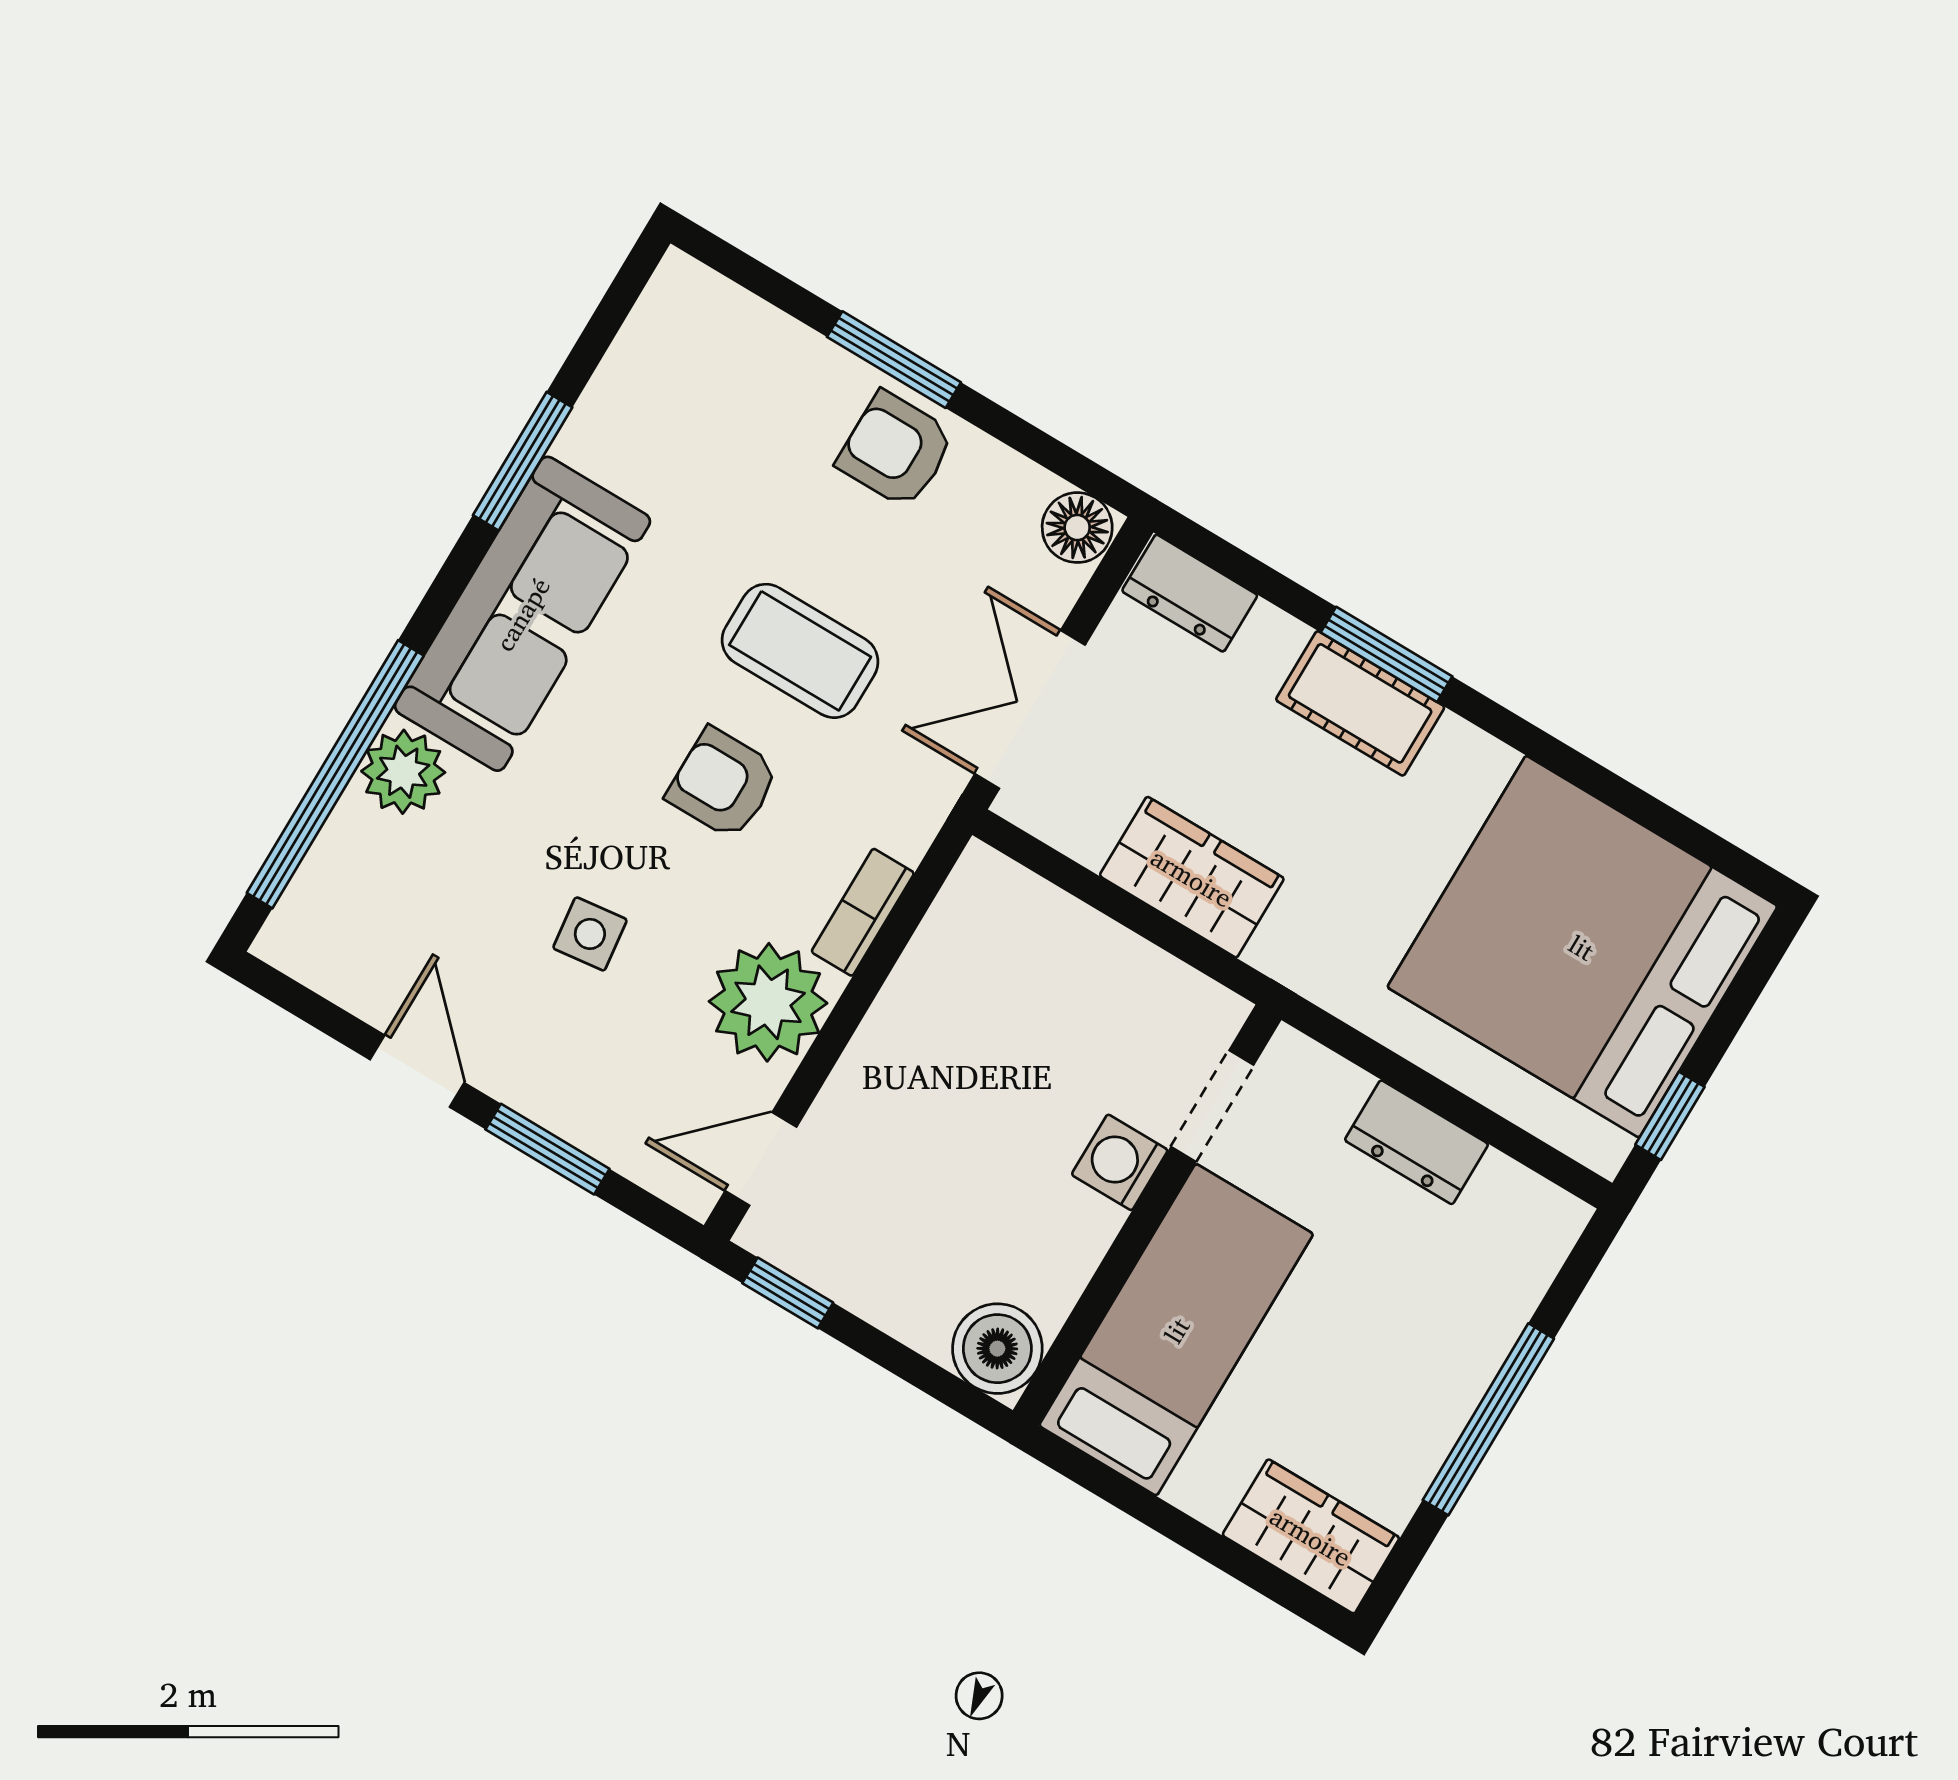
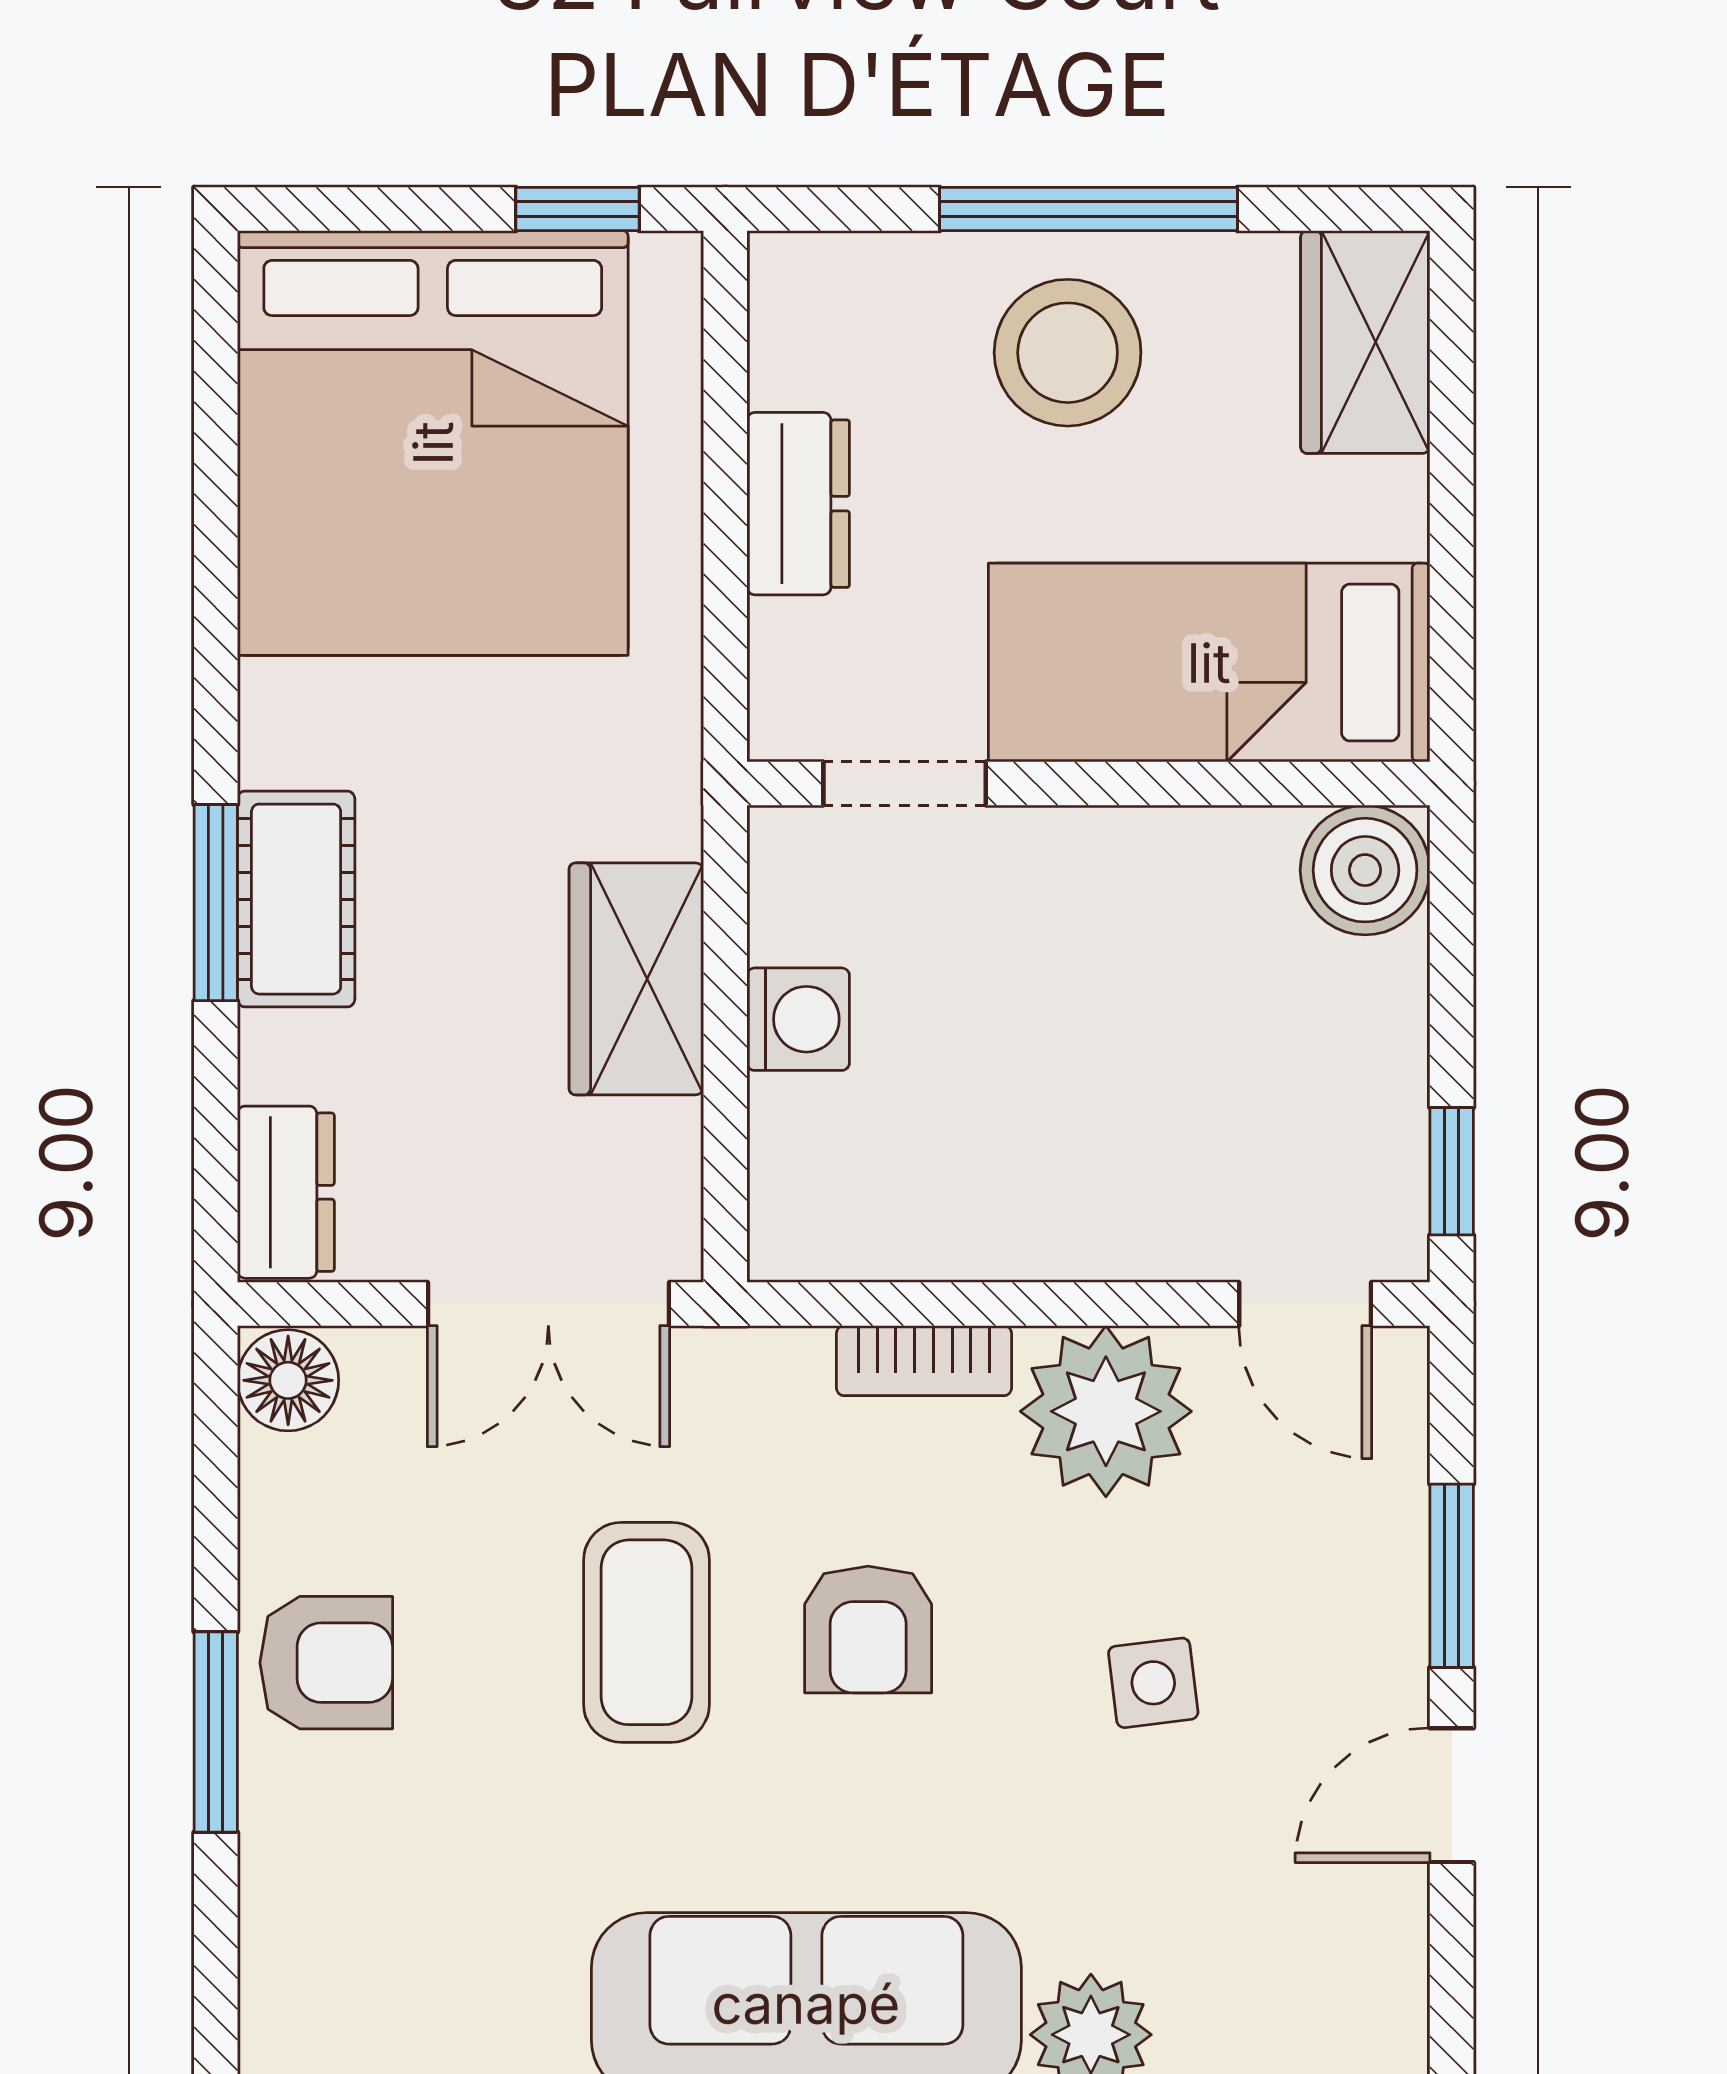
armchair: (896, 450) -> (326, 1663), turned -90
washing machine: (1120, 1162) -> (798, 1019), moved, turned -90
stool: (1410, 1356) -> (1068, 353), added

